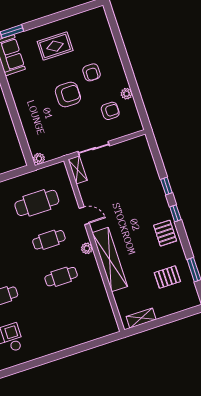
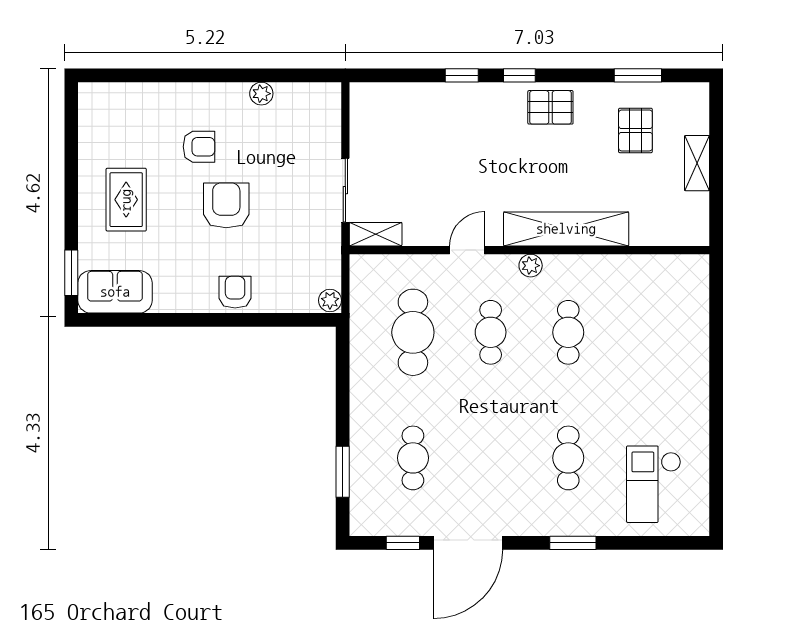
armchair: (110, 111) -> (235, 292), moved
shelving: (141, 318) -> (697, 163), moved

